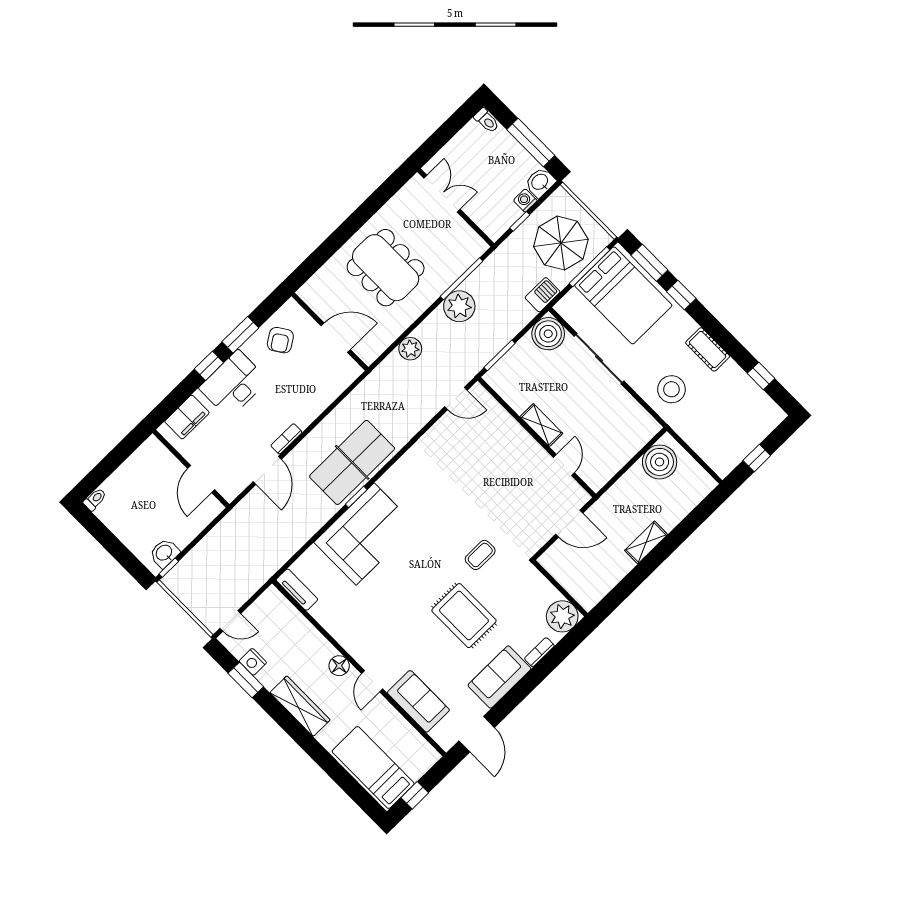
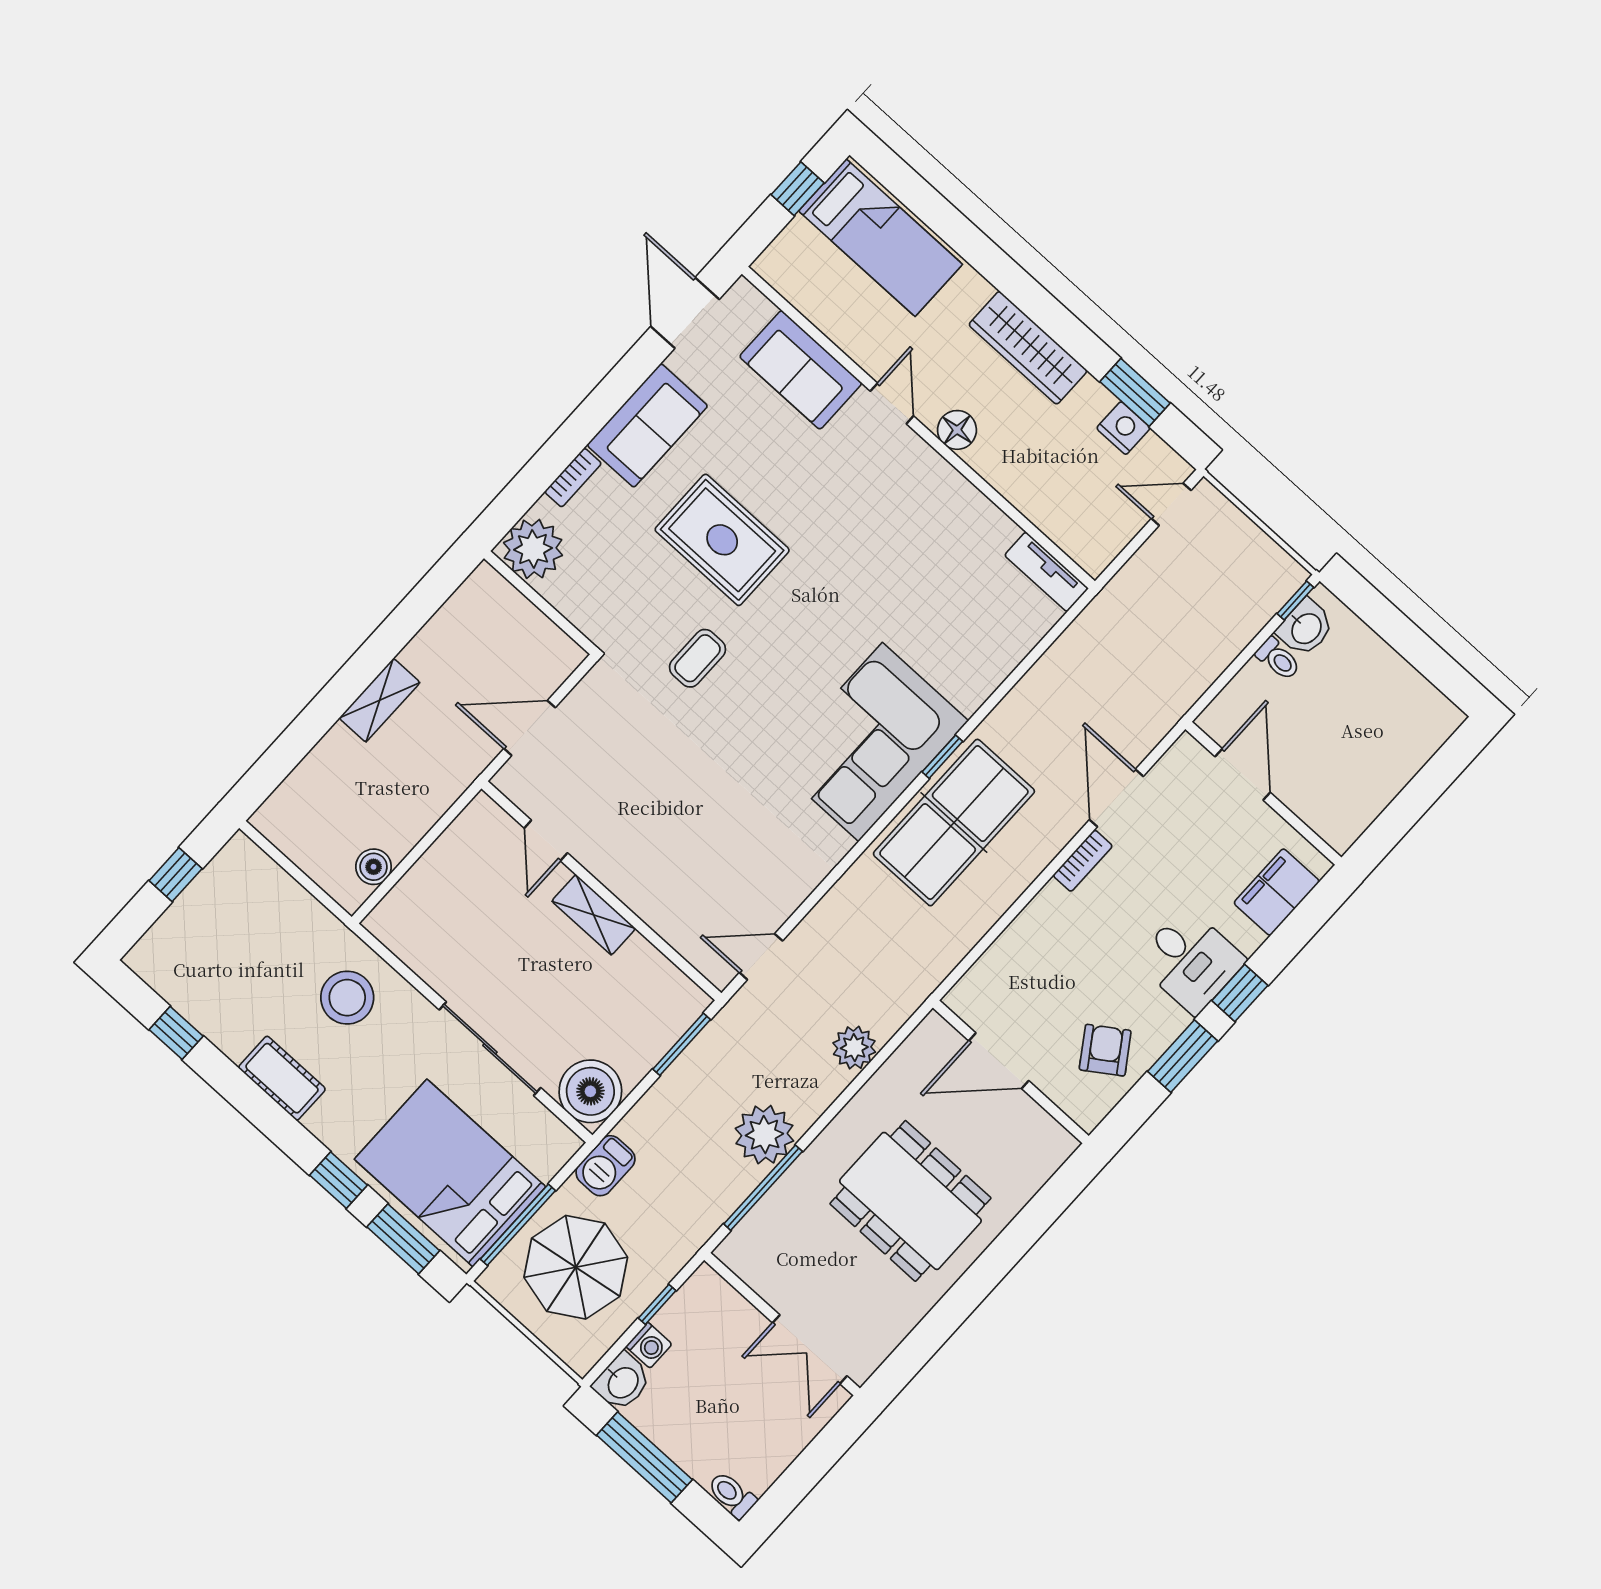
desk: (234, 384) -> (1190, 960), width x0.73
boiler: (660, 462) -> (374, 867), width x0.54, depth x0.54
toilet: (95, 499) -> (1278, 659), moved, turned -90
corner sofa: (365, 534) -> (871, 742), moved

